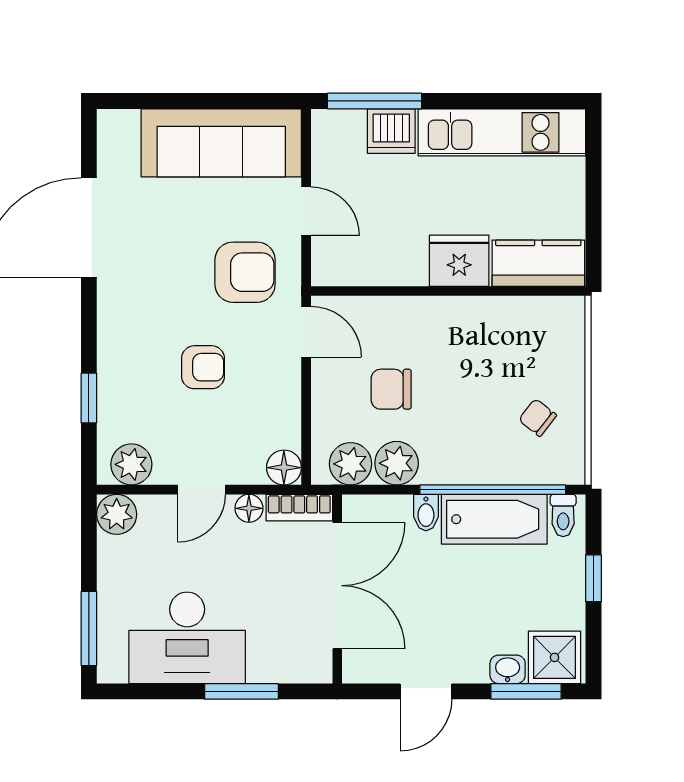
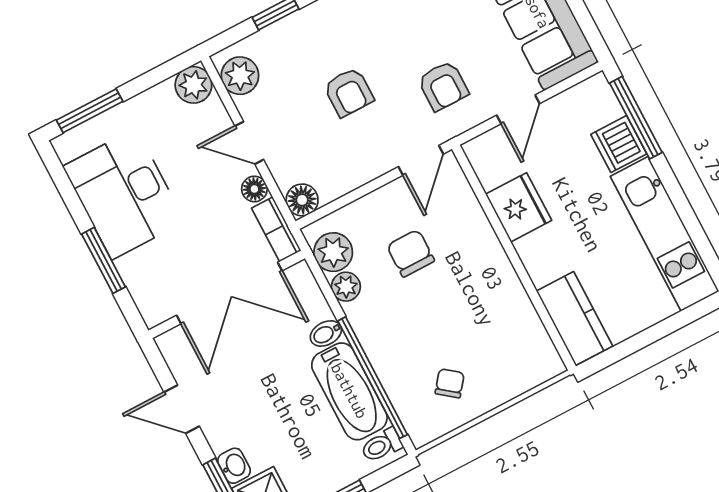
fridge: (459, 261) -> (519, 207), moved
armchair: (245, 272) -> (443, 86), width x0.72, depth x0.72
plant: (397, 463) -> (346, 287), width x0.73, depth x0.73

